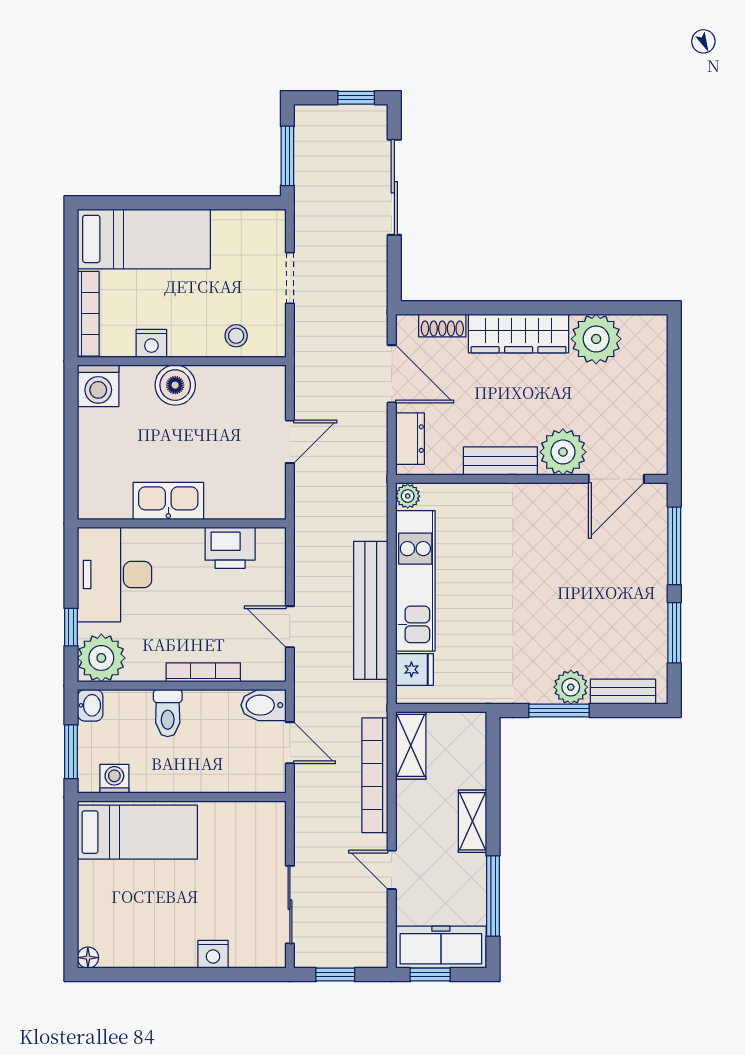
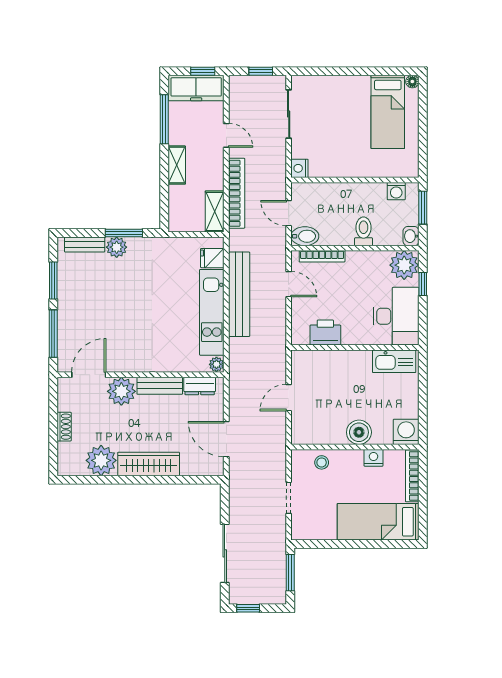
shoe rack: (442, 325) -> (64, 427), moved, turned 90
dresser: (410, 439) -> (200, 386), moved, turned -90
kitchen sink: (168, 501) -> (394, 361), moved
bookcase: (203, 672) -> (322, 256), moved
bed: (137, 832) -> (388, 112), moved, turned -90
nightstand: (213, 954) -> (299, 168), moved, turned -90

